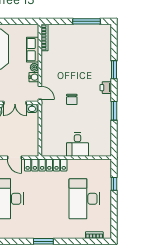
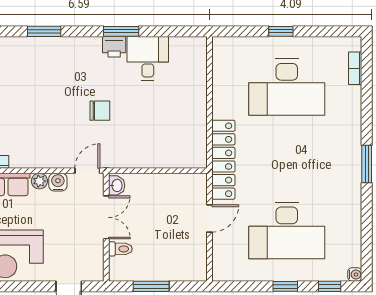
printer: (106, 88) -> (114, 47), moved
desk: (78, 145) -> (148, 58), moved, turned -90
window: (114, 184) -> (281, 31), moved

